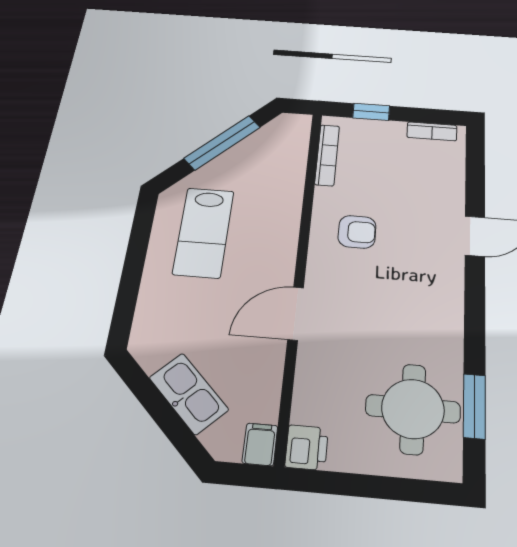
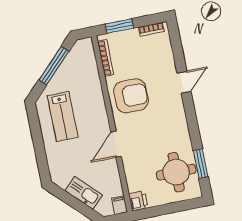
window: (371, 112) -> (119, 26), width x1.50
armchair: (357, 232) -> (131, 96), width x1.88, depth x1.88

